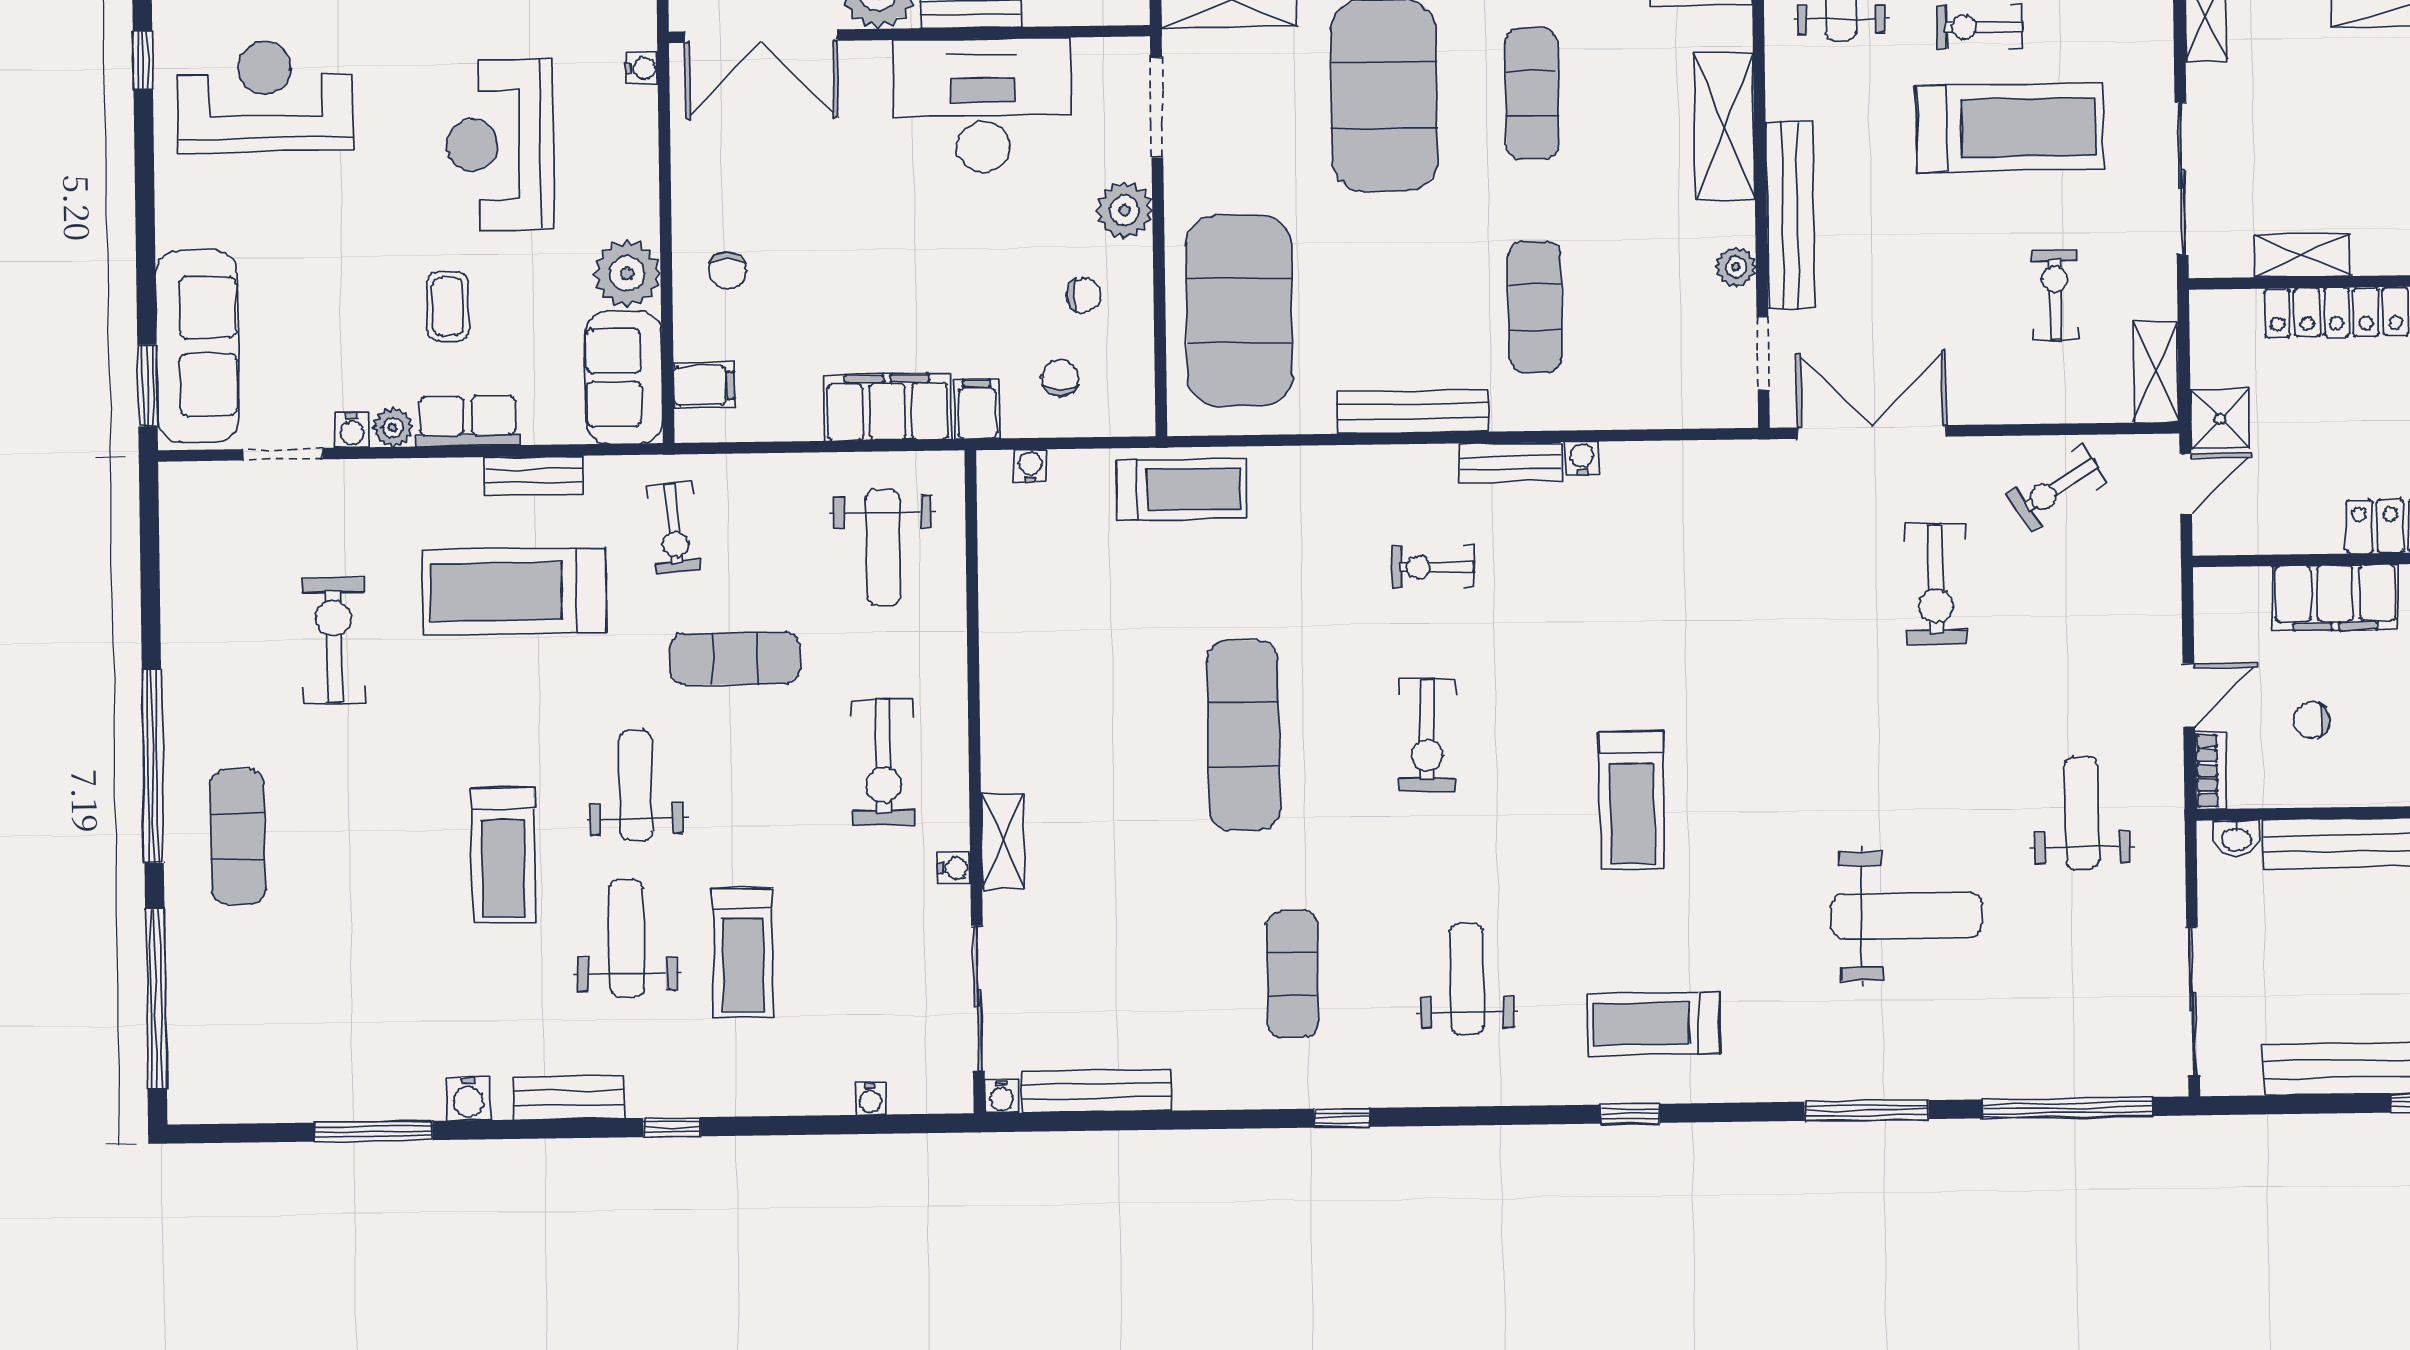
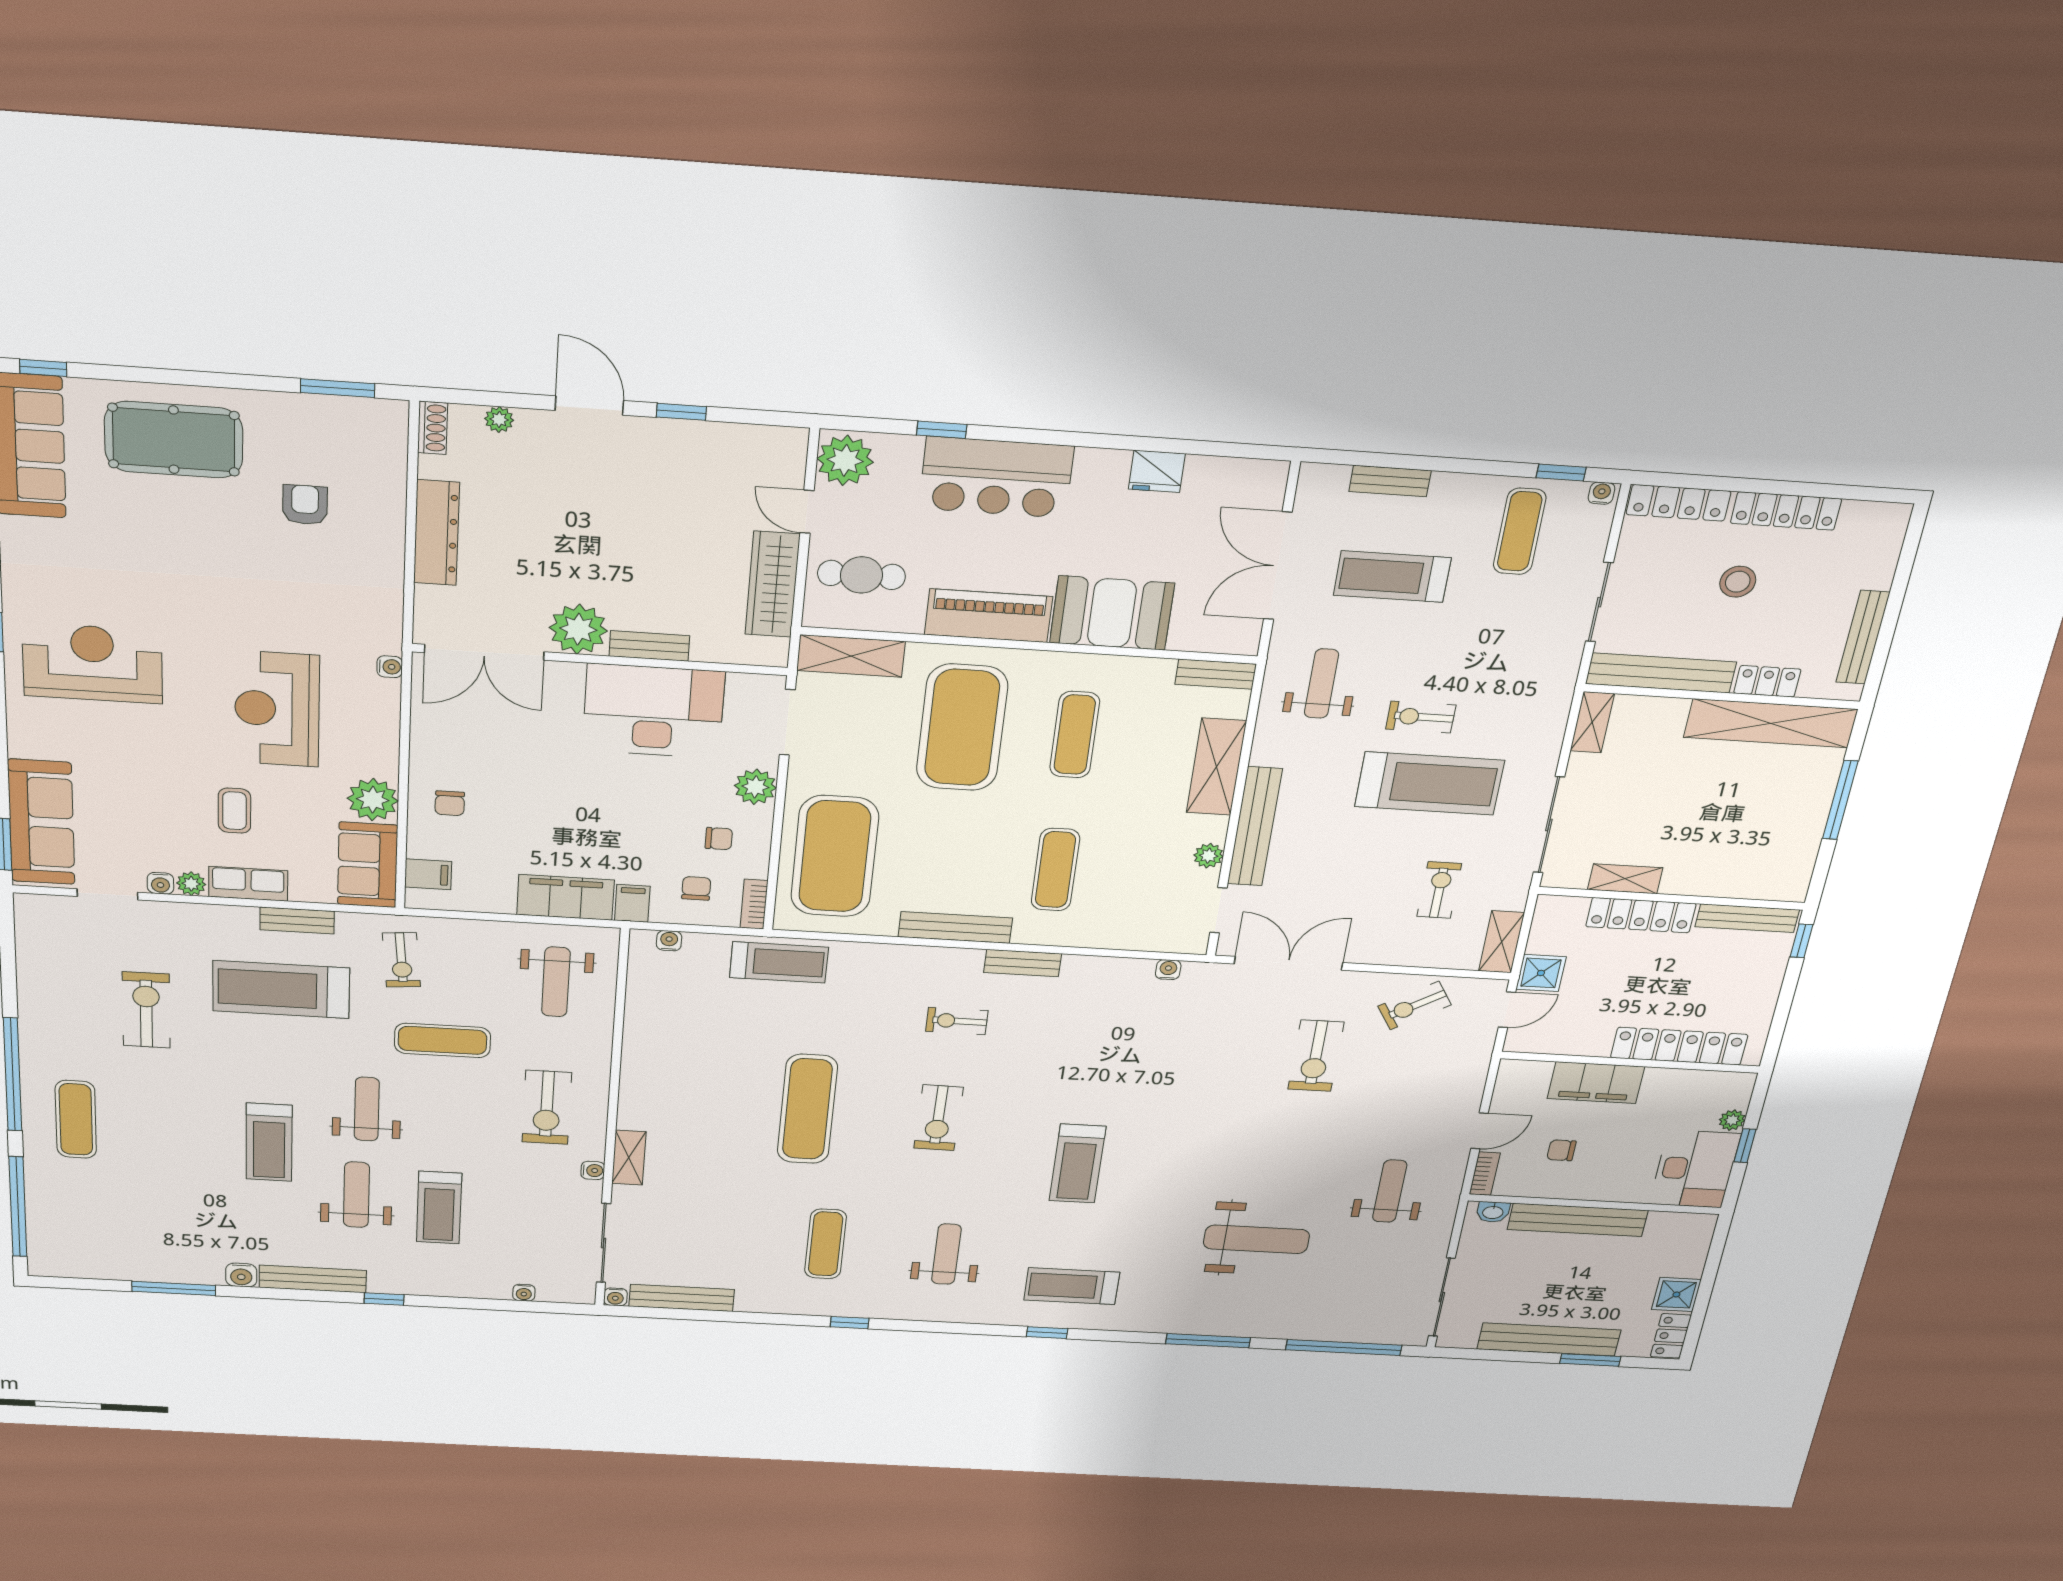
bookcase: (1139, 397) -> (754, 904), added
water cooler: (1582, 458) -> (1168, 970), moved
bench: (570, 1098) -> (313, 1279), width x1.36

